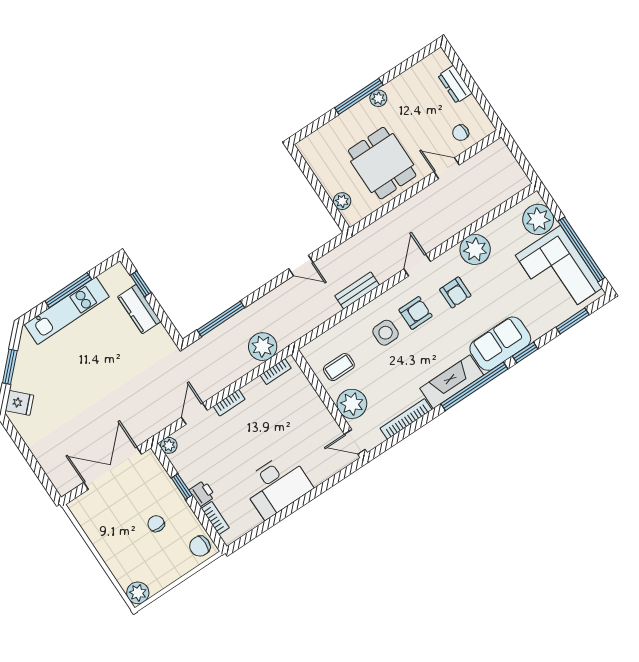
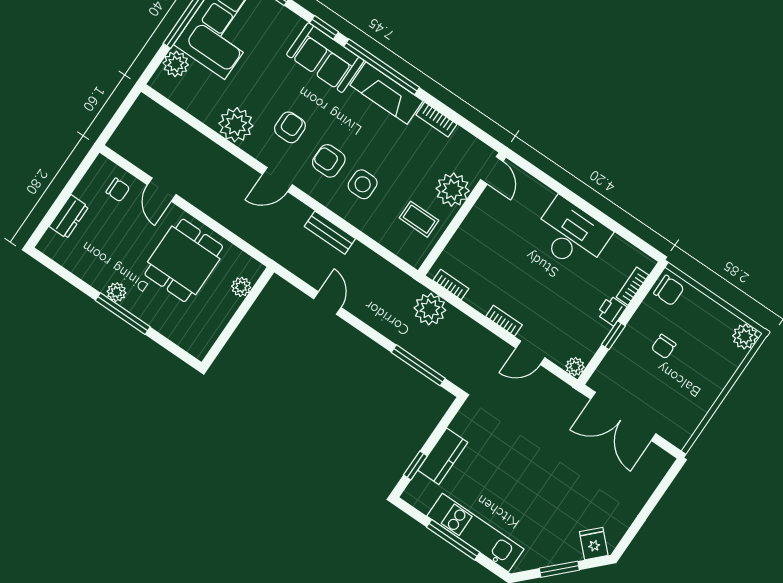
plant: (538, 219) -> (176, 64), width x0.73, depth x0.73
bookcase: (406, 419) -> (436, 119), width x0.64

